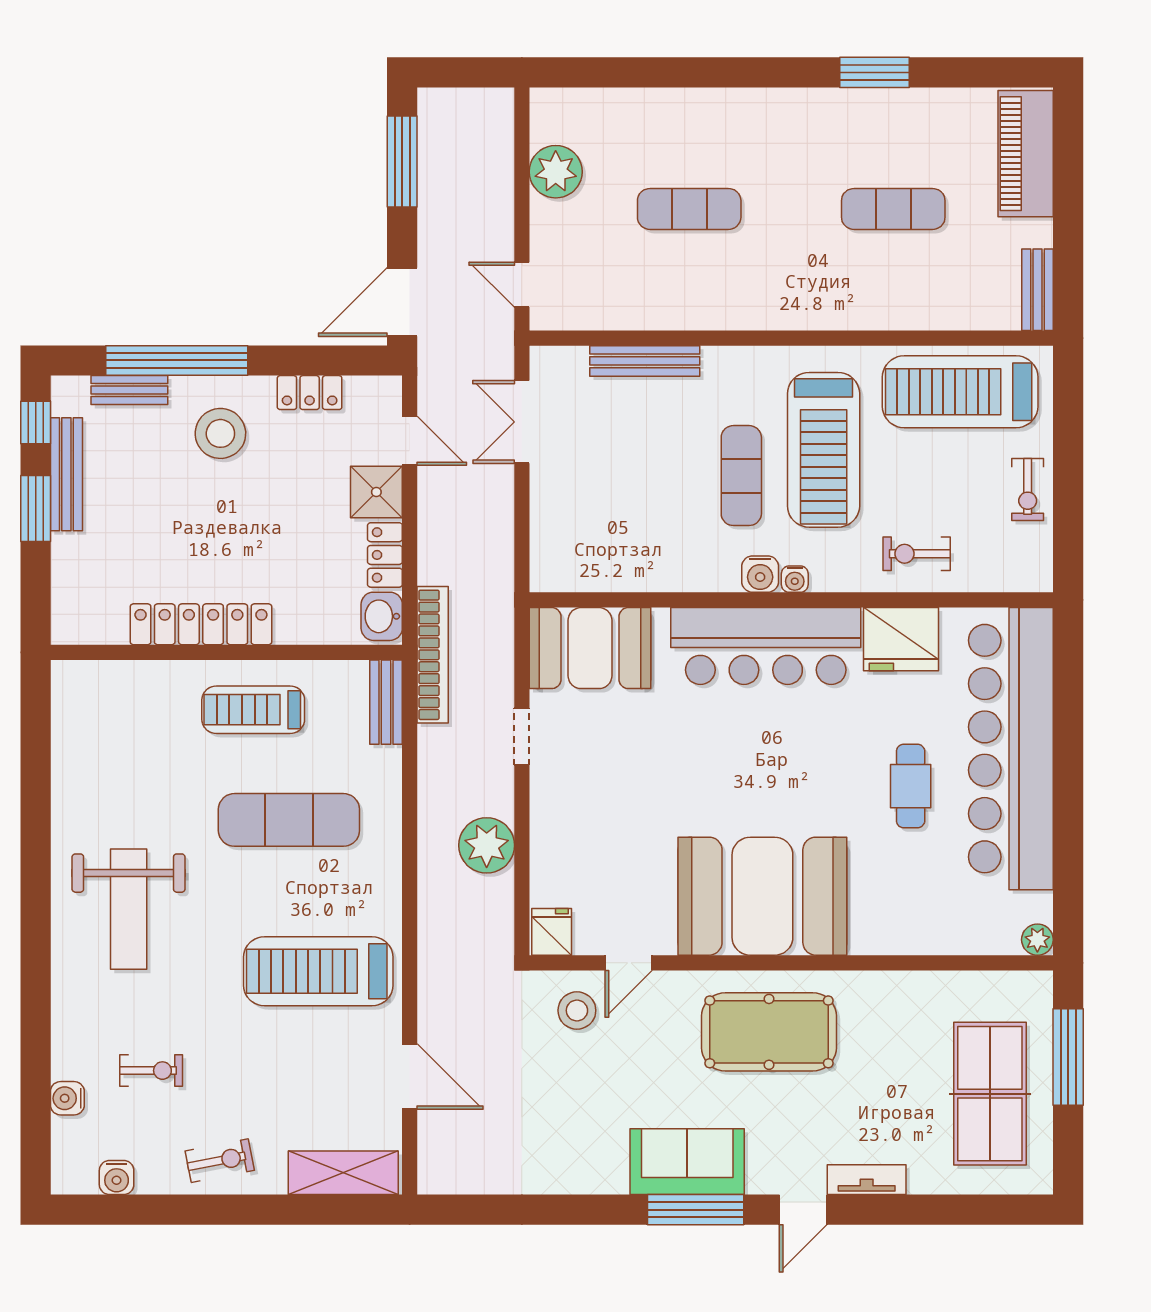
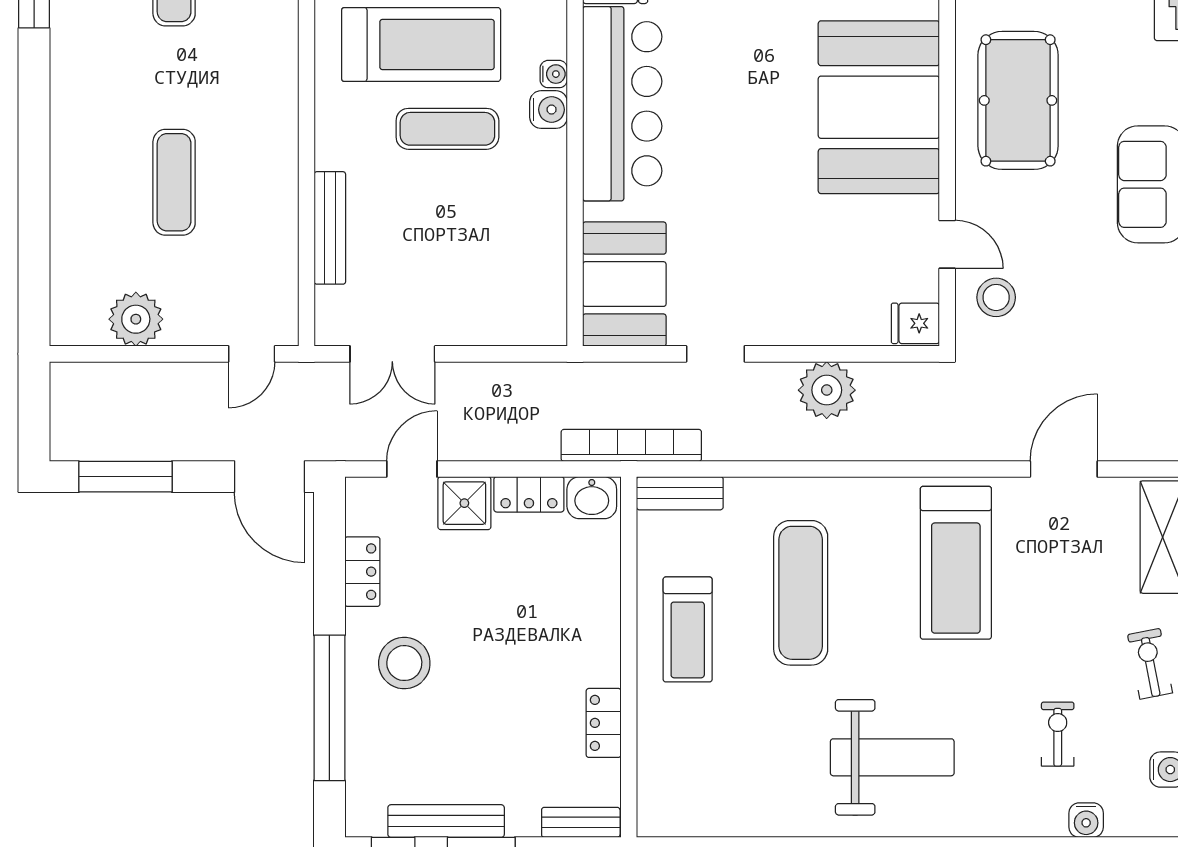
bench: (129, 390) -> (581, 822), moved, turned 90
locker: (201, 624) -> (604, 723), width x0.46, depth x0.83

